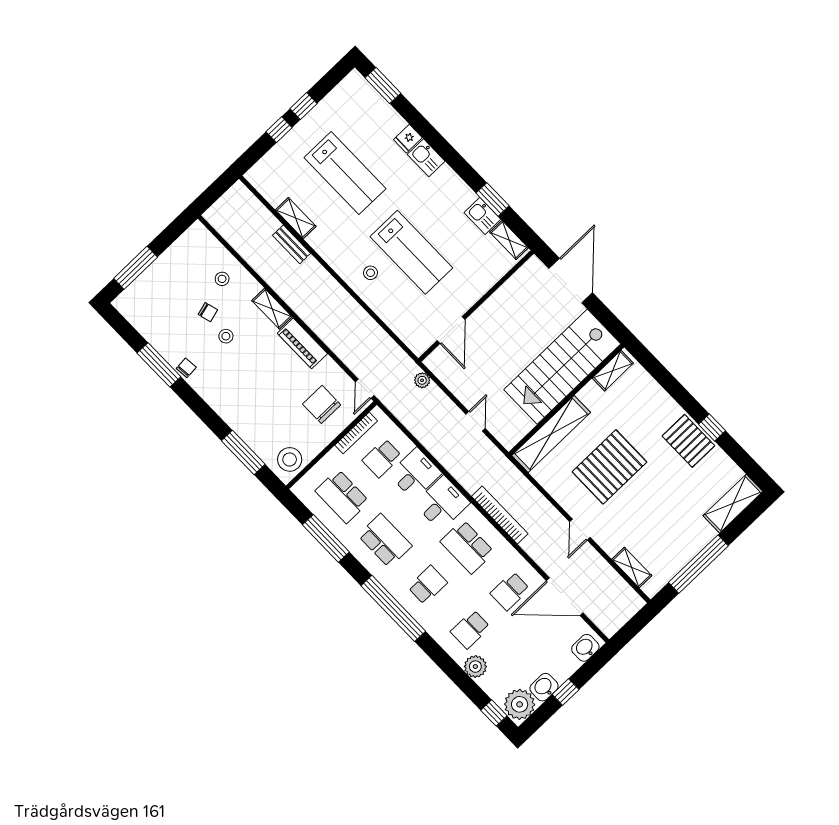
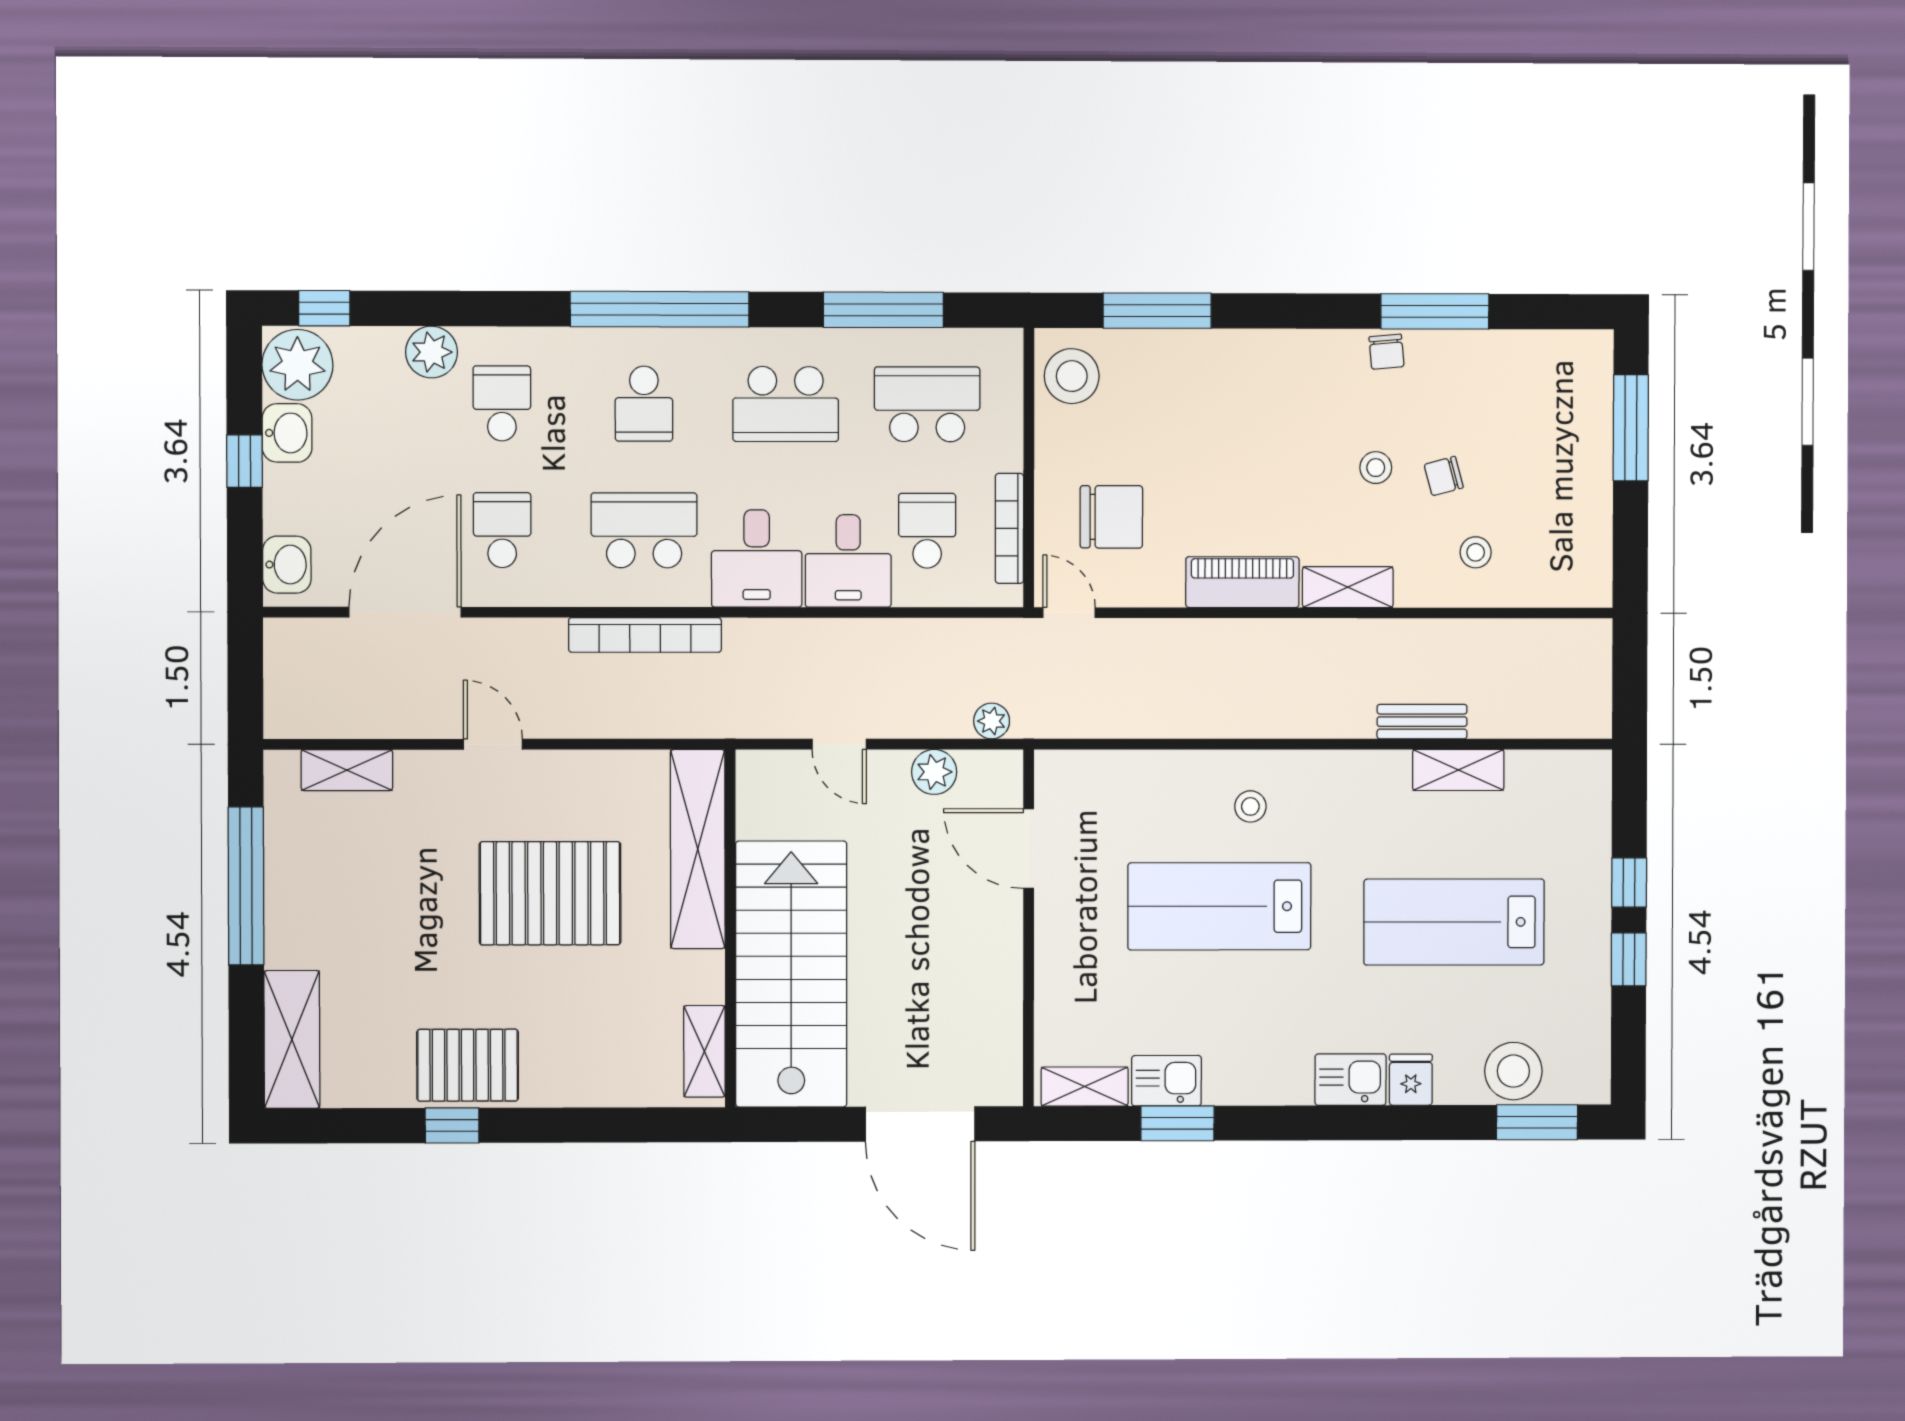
stool: (374, 109) -> (1513, 1071), added
plant: (456, 383) -> (934, 772), added
pallet: (609, 467) -> (550, 893), turned 90

